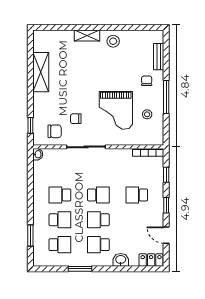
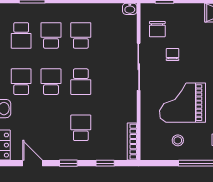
school desk: (60, 220) -> (51, 35), turned 180
door: (166, 235) -> (33, 163), hinge flipped

